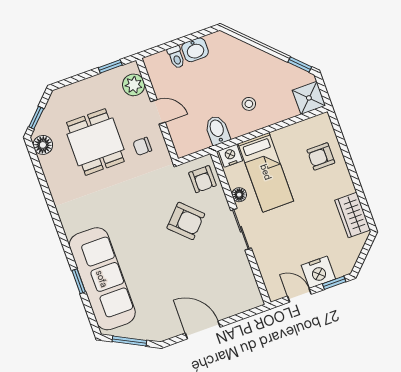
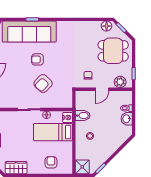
dining table: (95, 142) -> (113, 51), moved
armchair: (202, 179) -> (37, 59), moved

